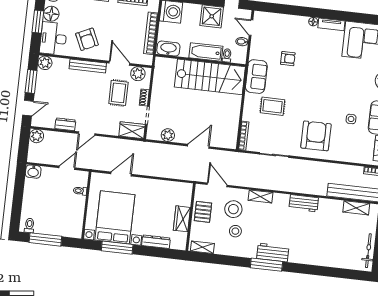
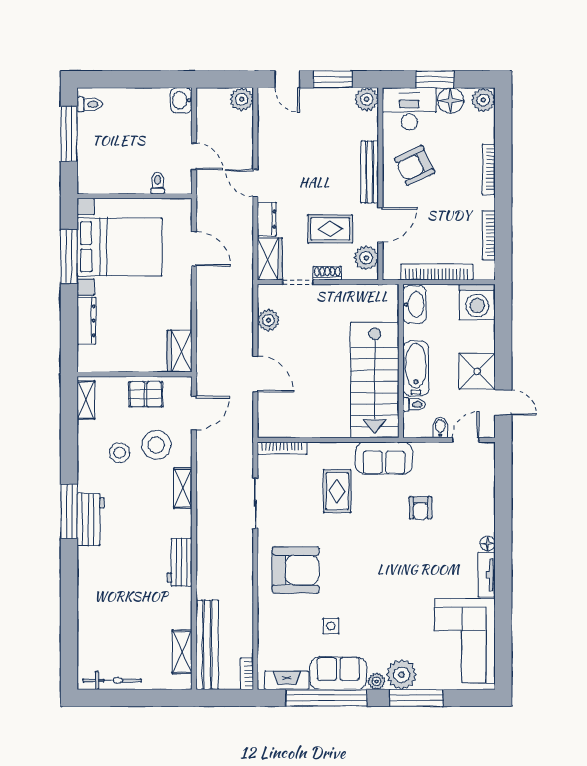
dresser: (65, 124) -> (267, 219), moved
wardrobe: (182, 219) -> (180, 351), moved, turned -90

